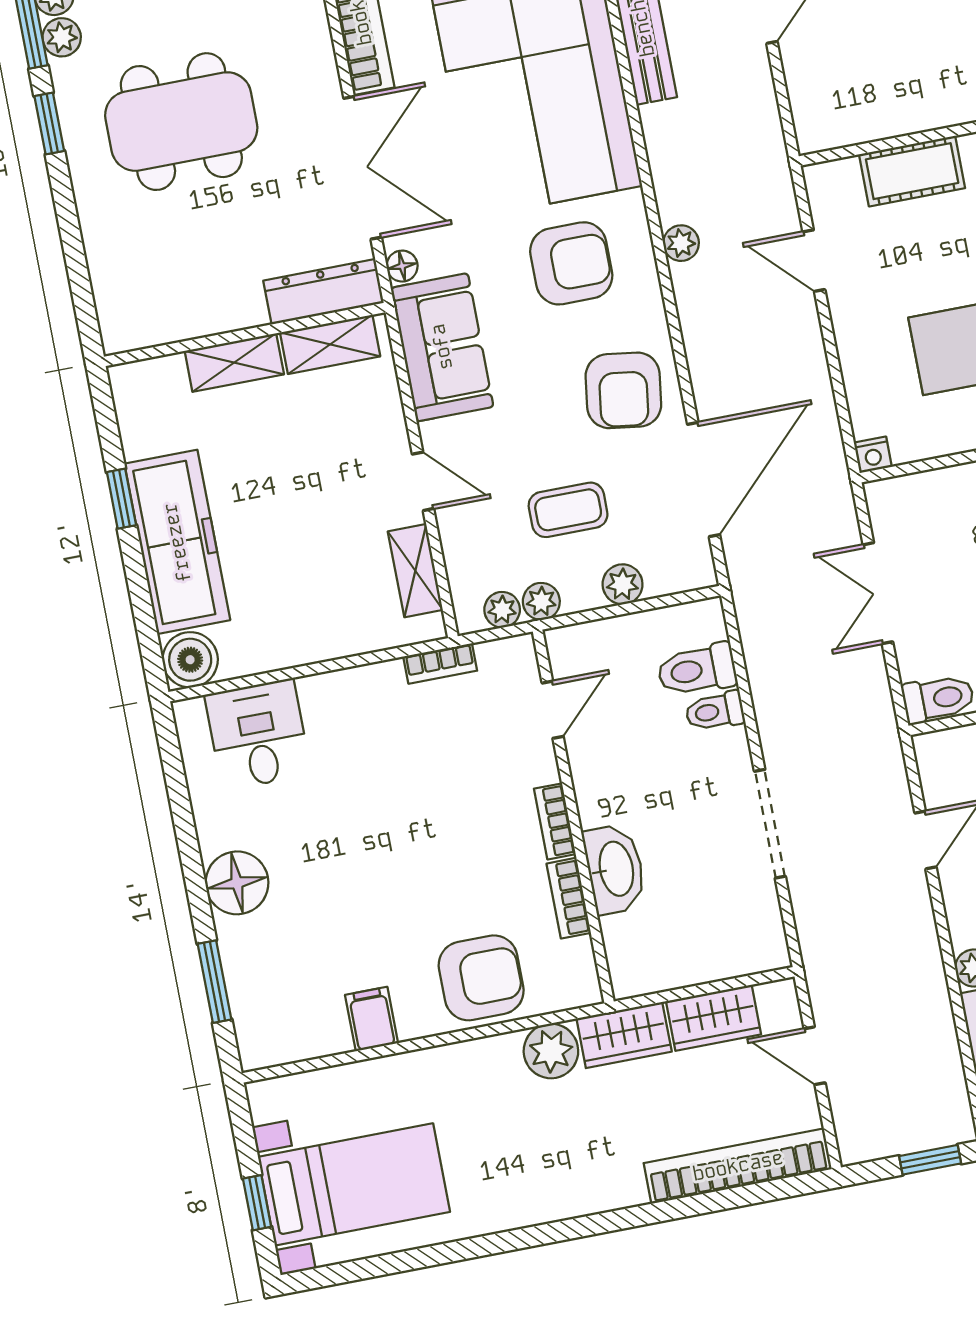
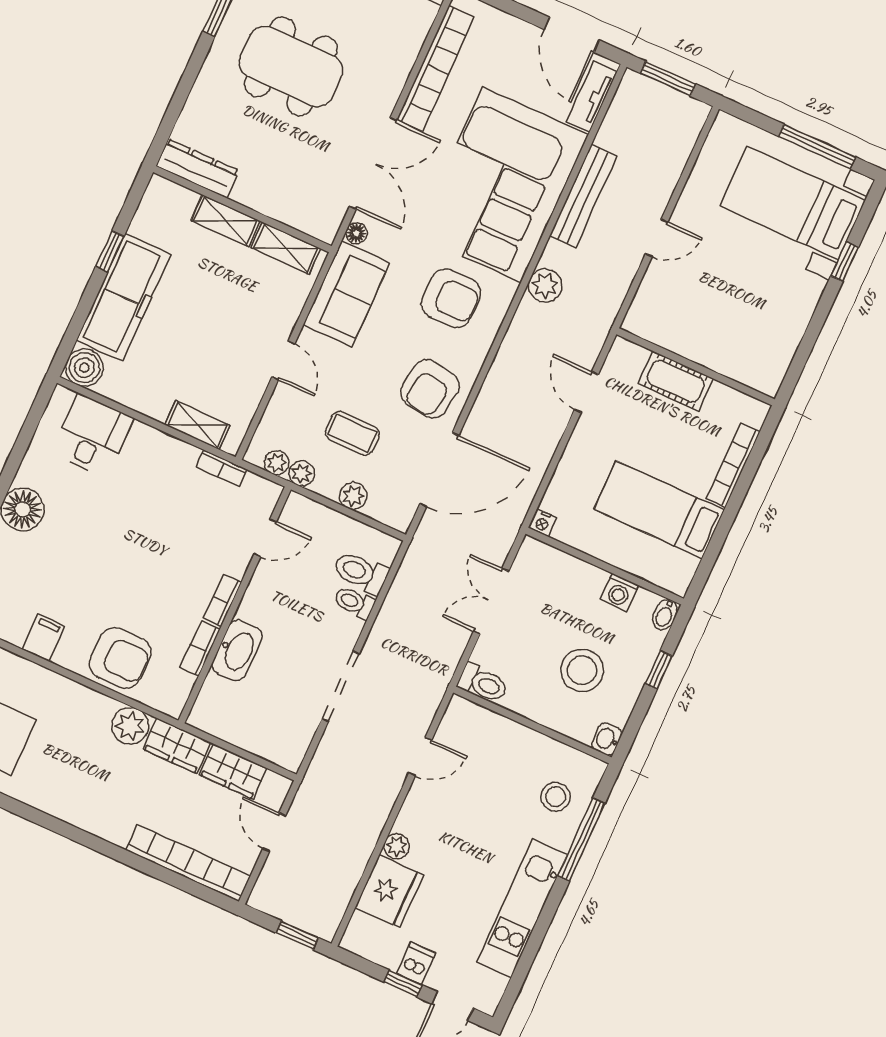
plant: (681, 243) -> (545, 285), moved, width x1.38, depth x1.38
dresser: (323, 292) -> (197, 168), moved
shelving: (415, 571) -> (197, 425), moved, turned 90

